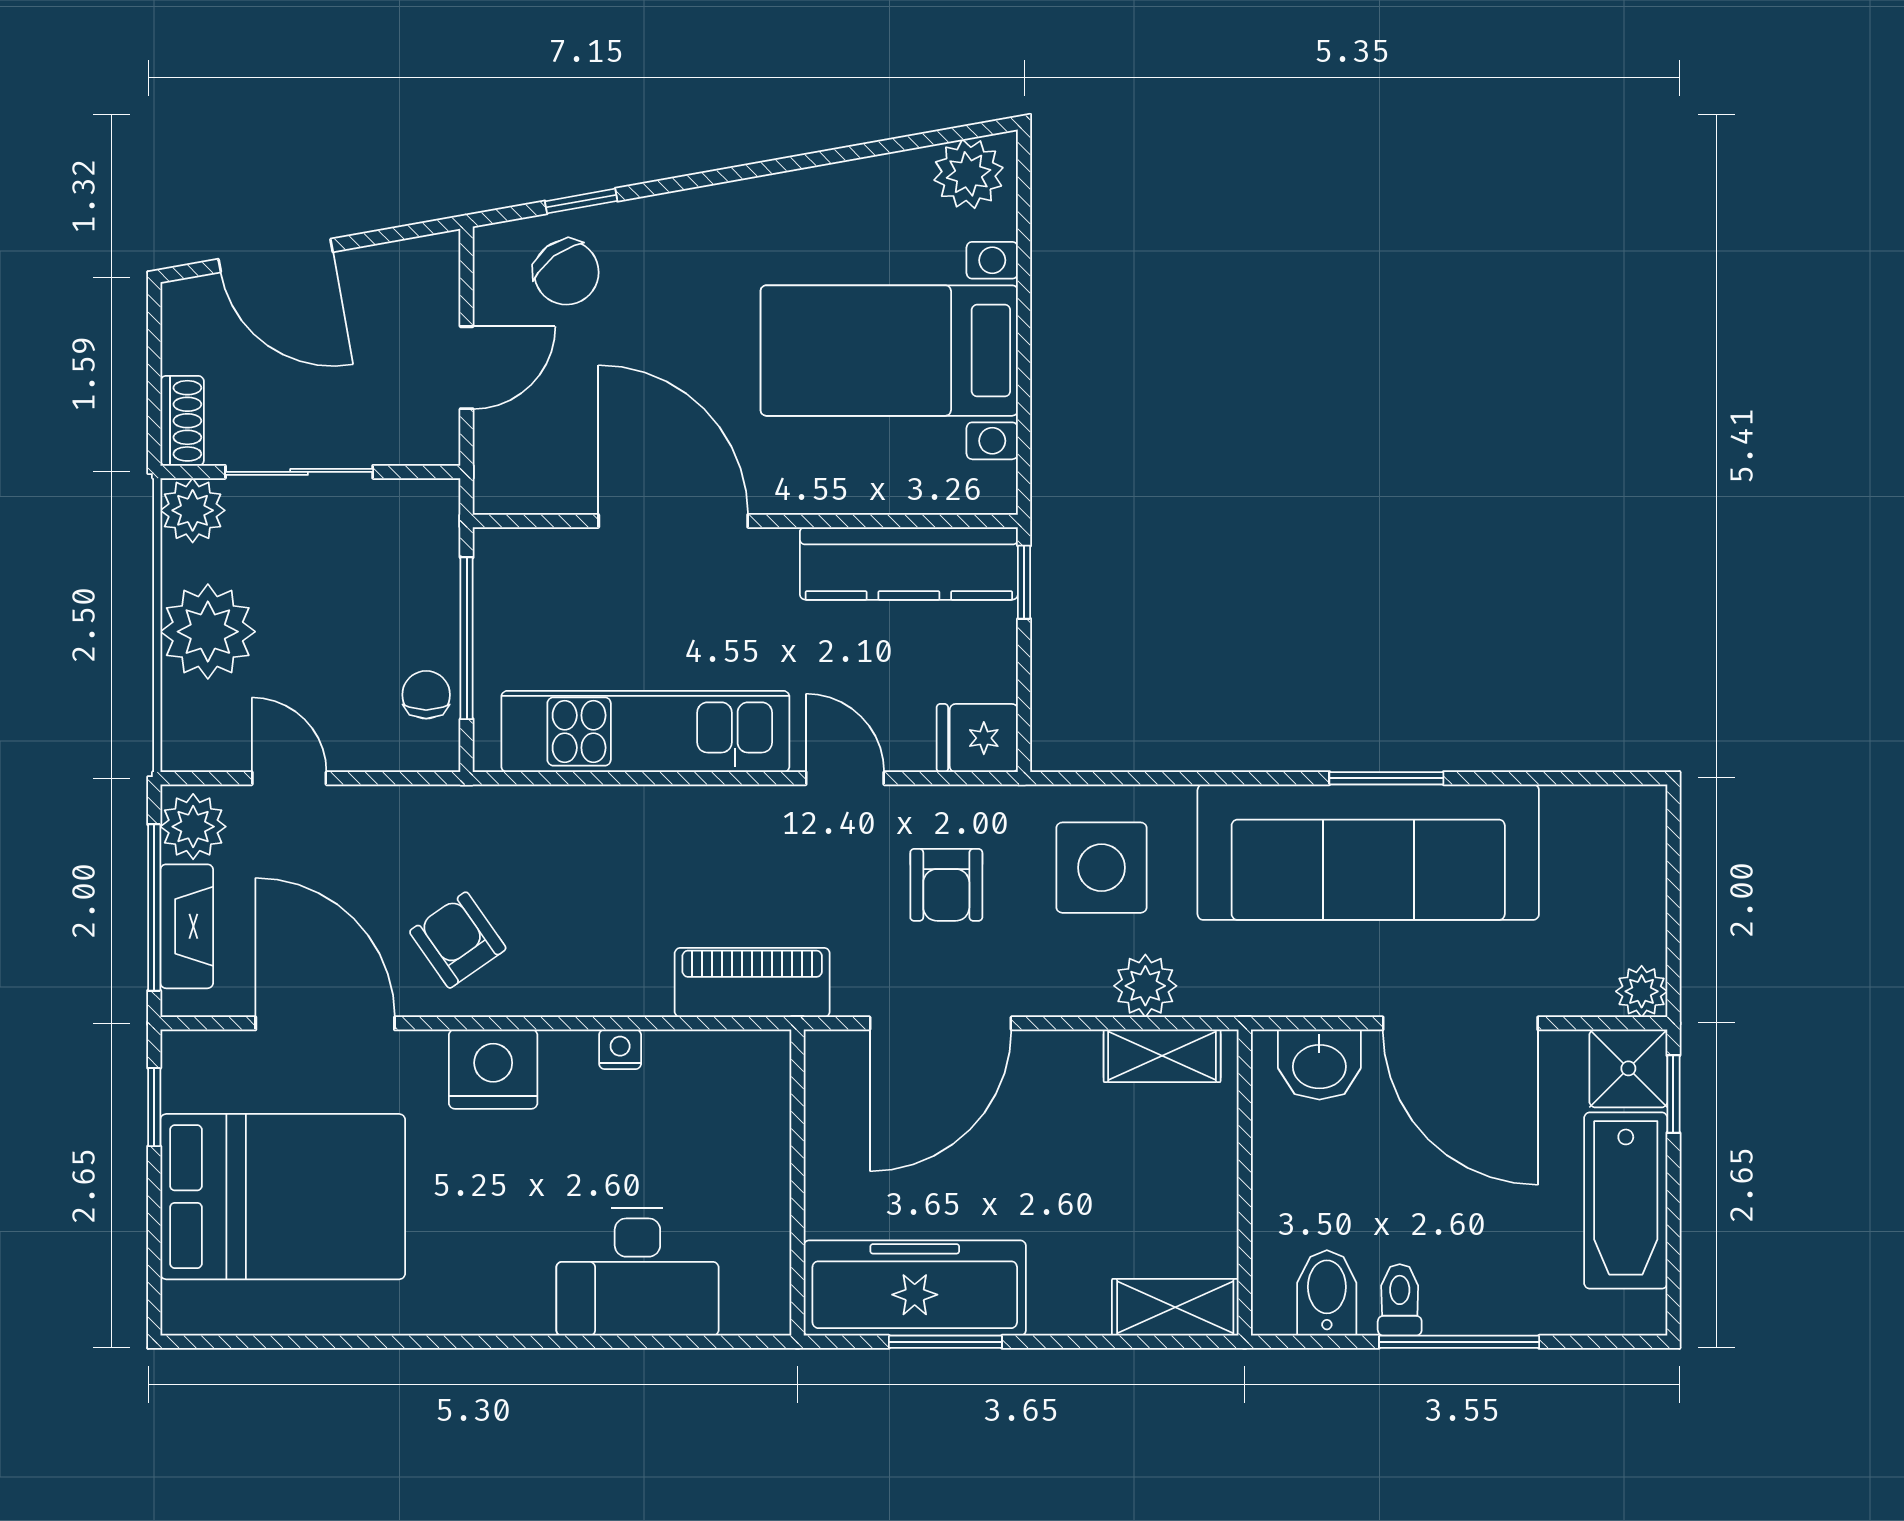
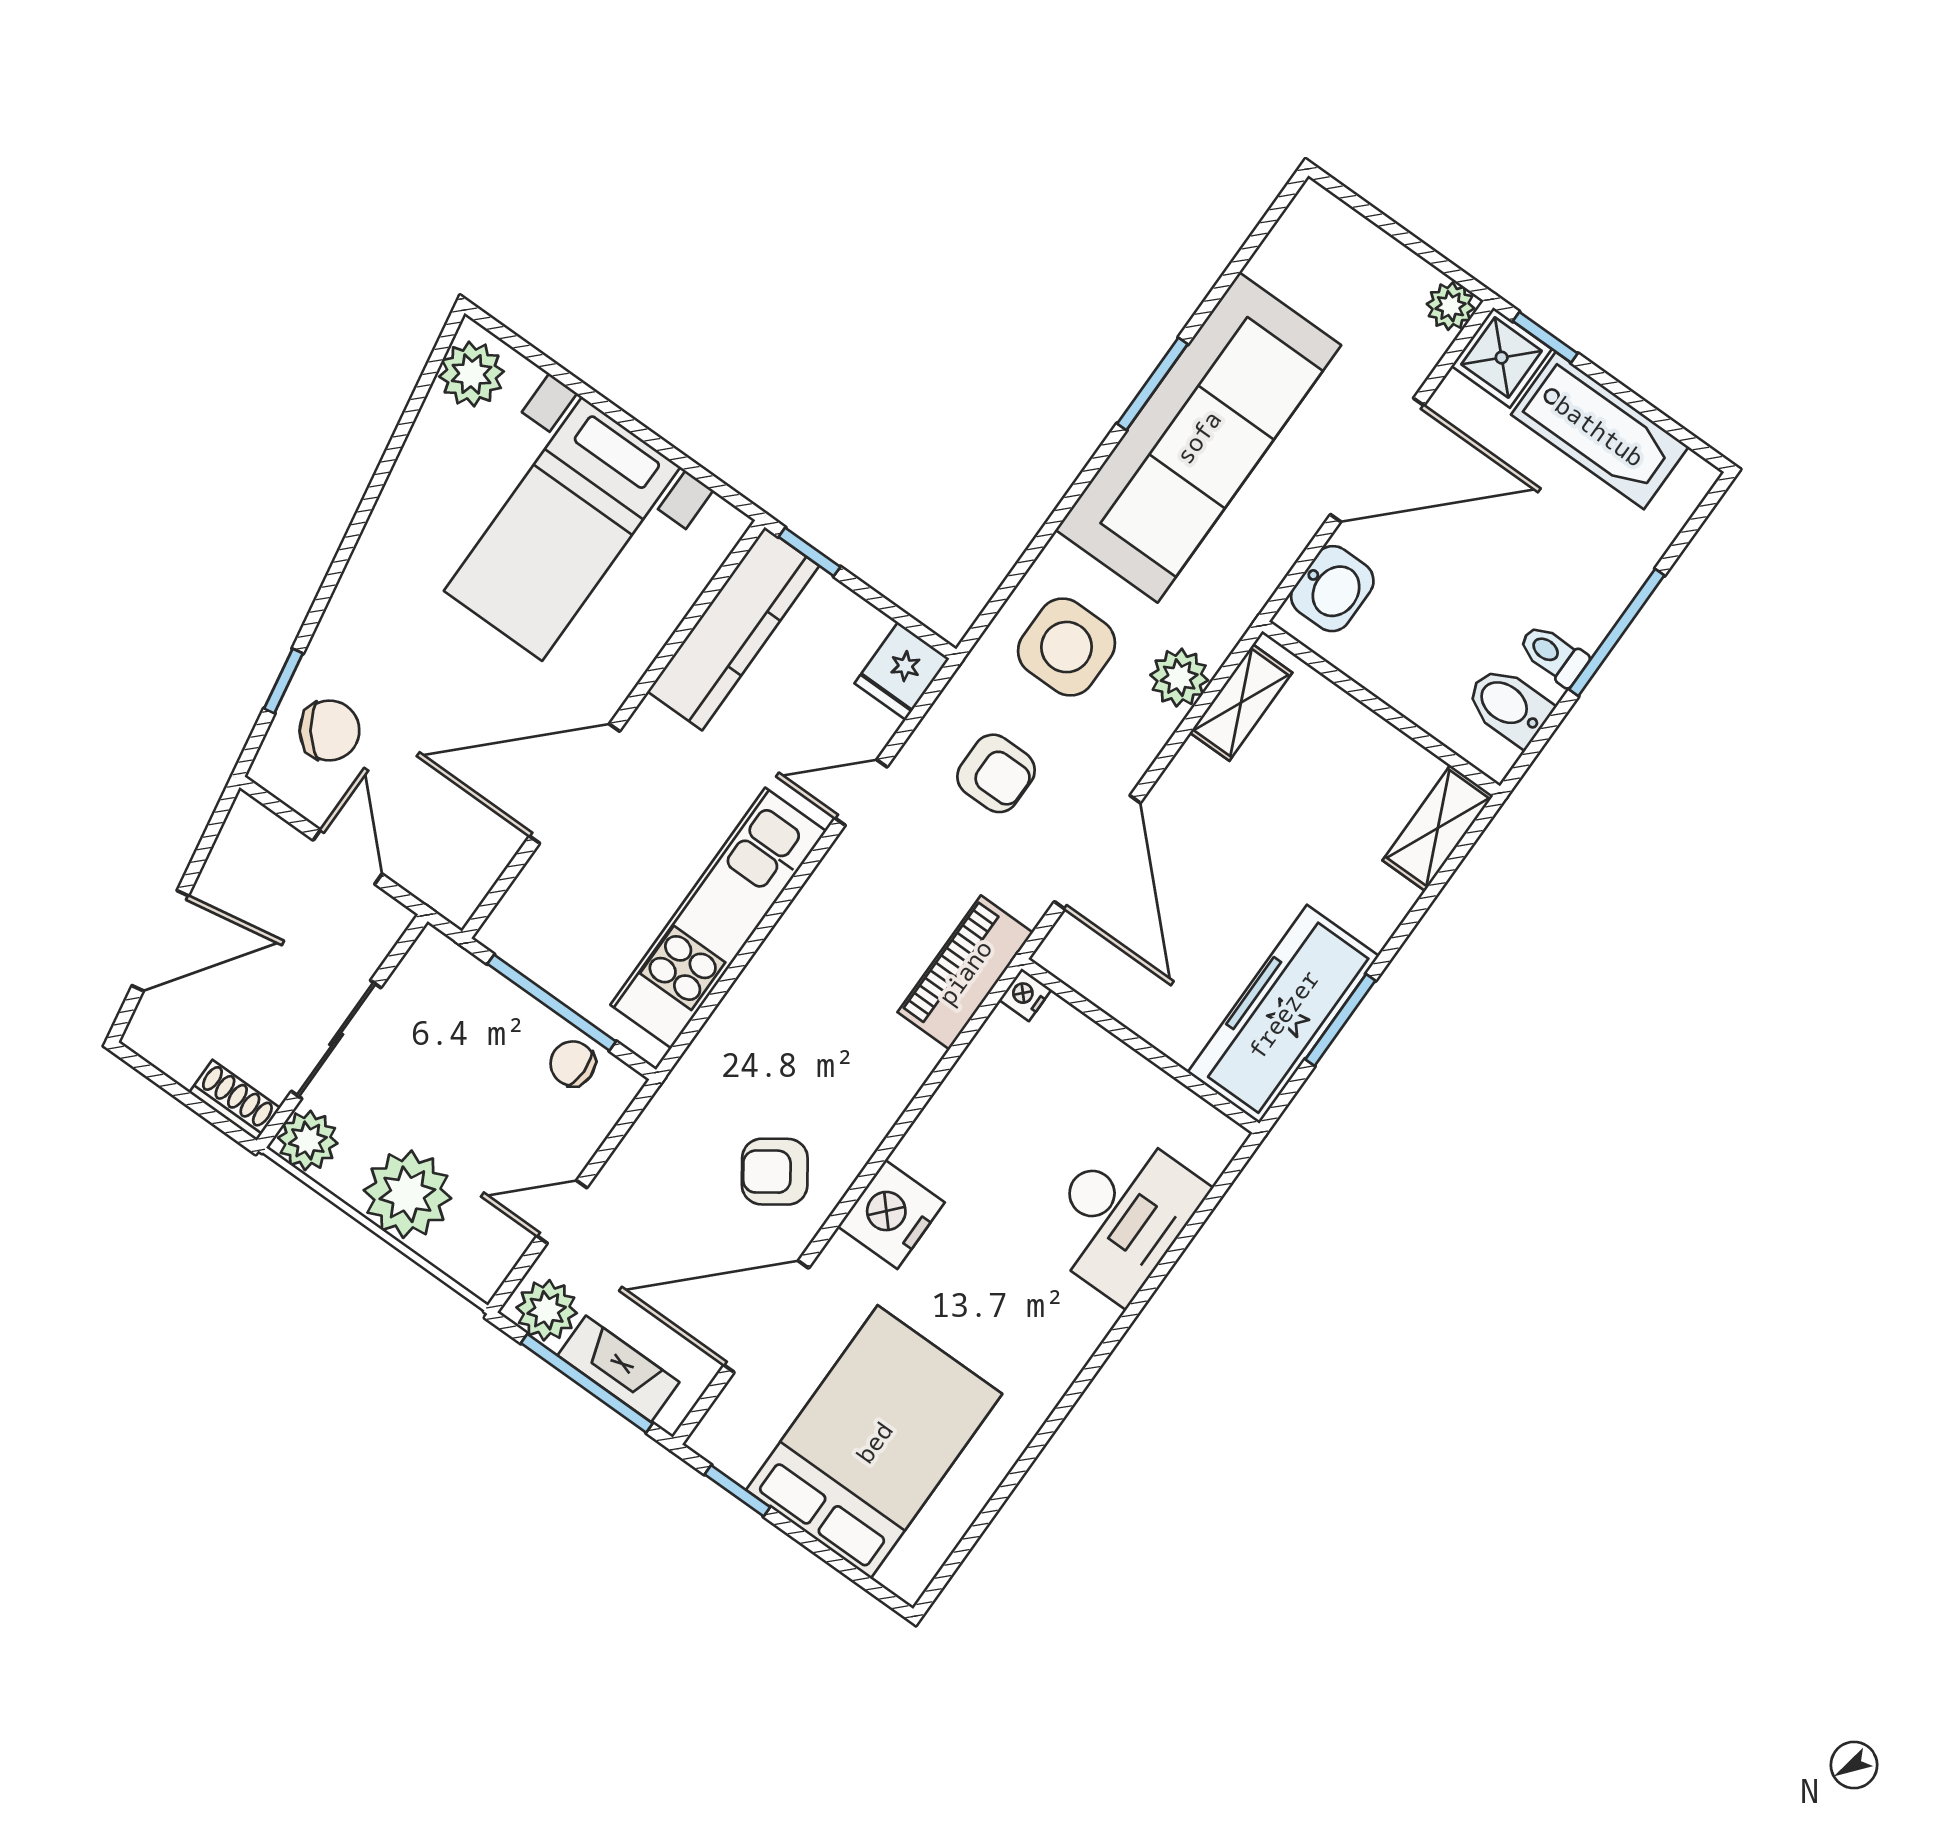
nightstand: (620, 1049) -> (1025, 995), moved

